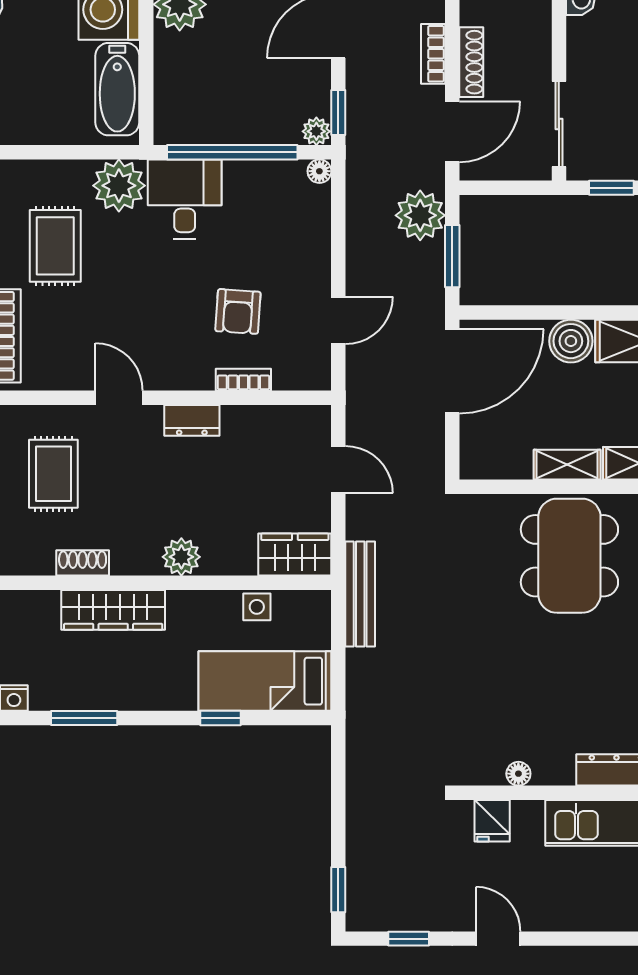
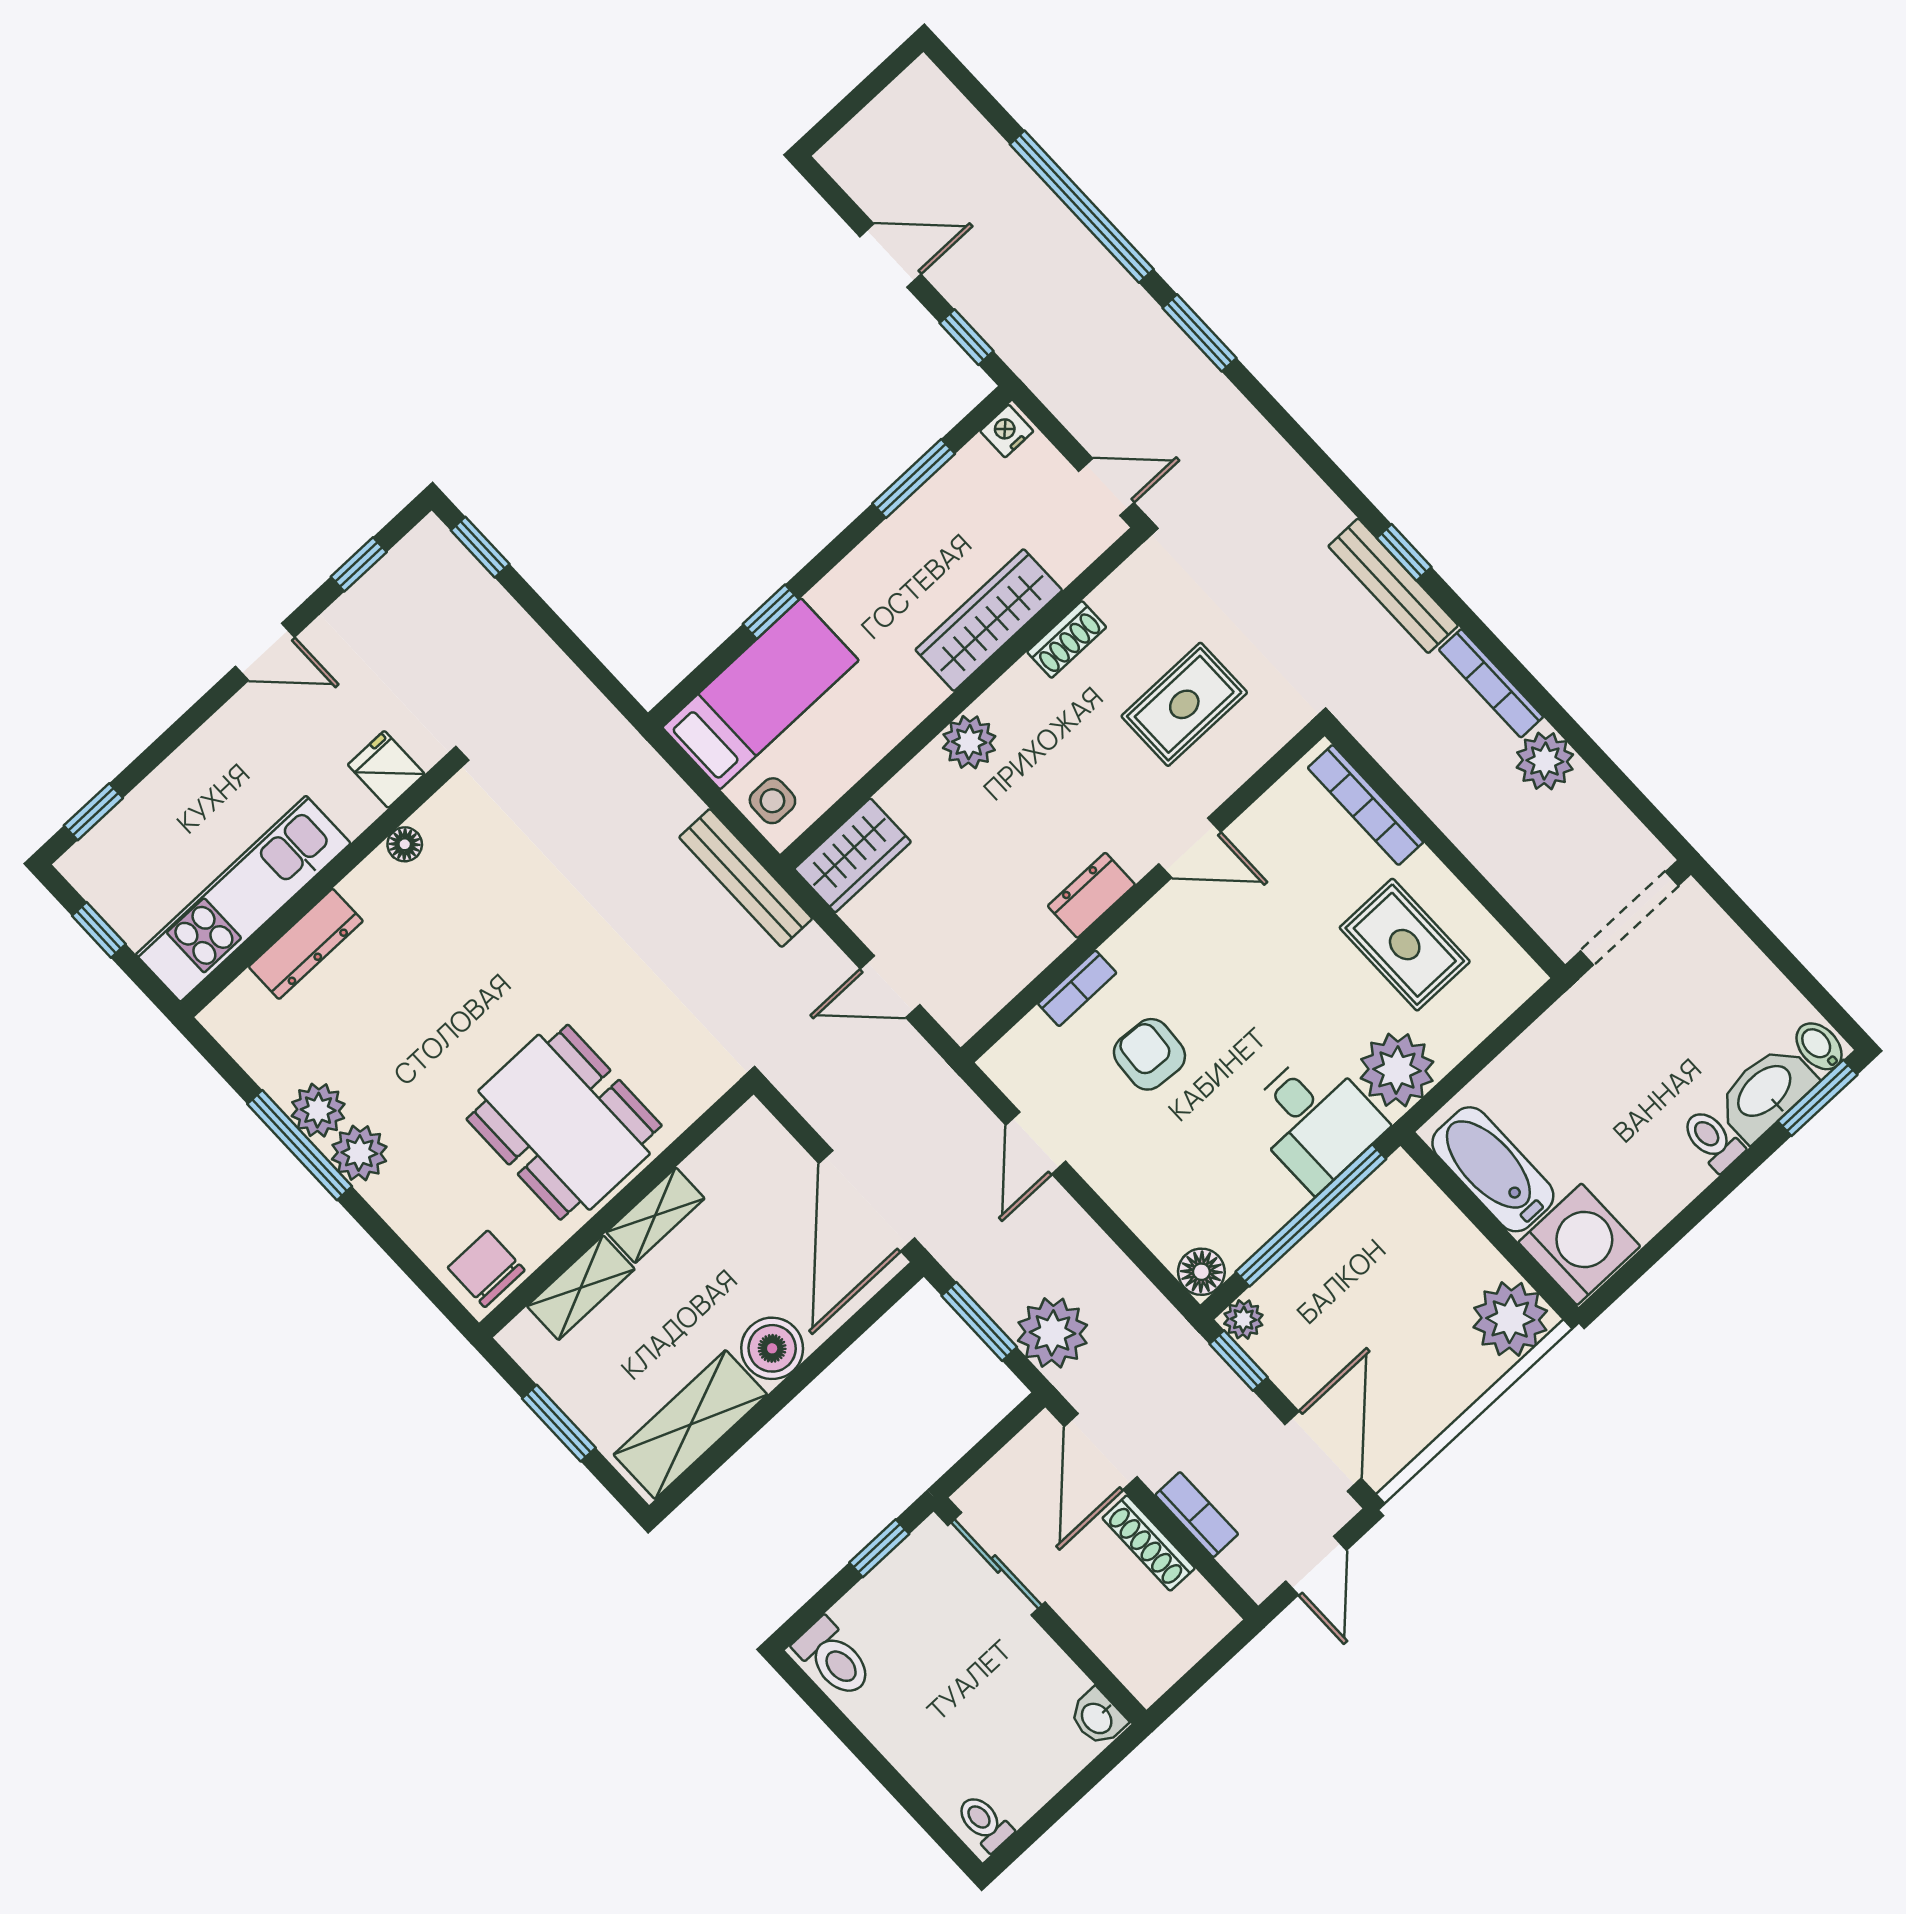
floor lamp: (319, 171) -> (1201, 1272), width x1.37, depth x1.37
rug: (53, 474) -> (1184, 704), turned 90
side table: (257, 607) -> (772, 801), moved

